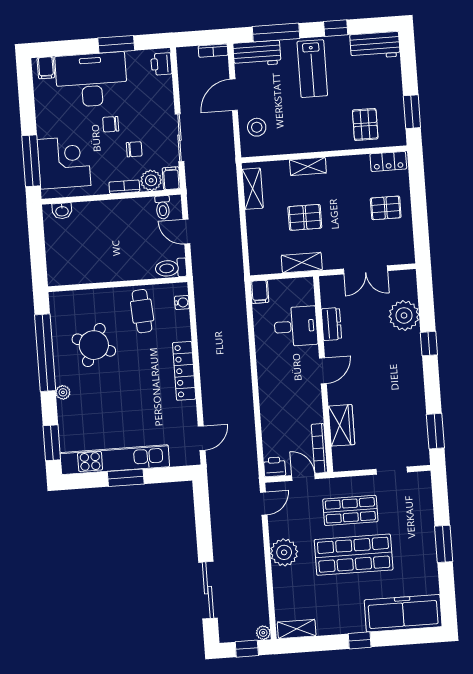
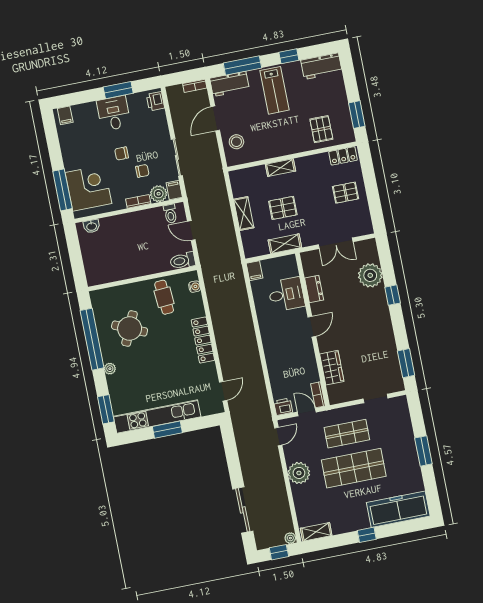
desk: (91, 80) -> (114, 113), width x0.53, depth x0.77
shelving: (253, 189) -> (244, 214), moved
bookcase: (319, 448) -> (318, 395), width x0.64

